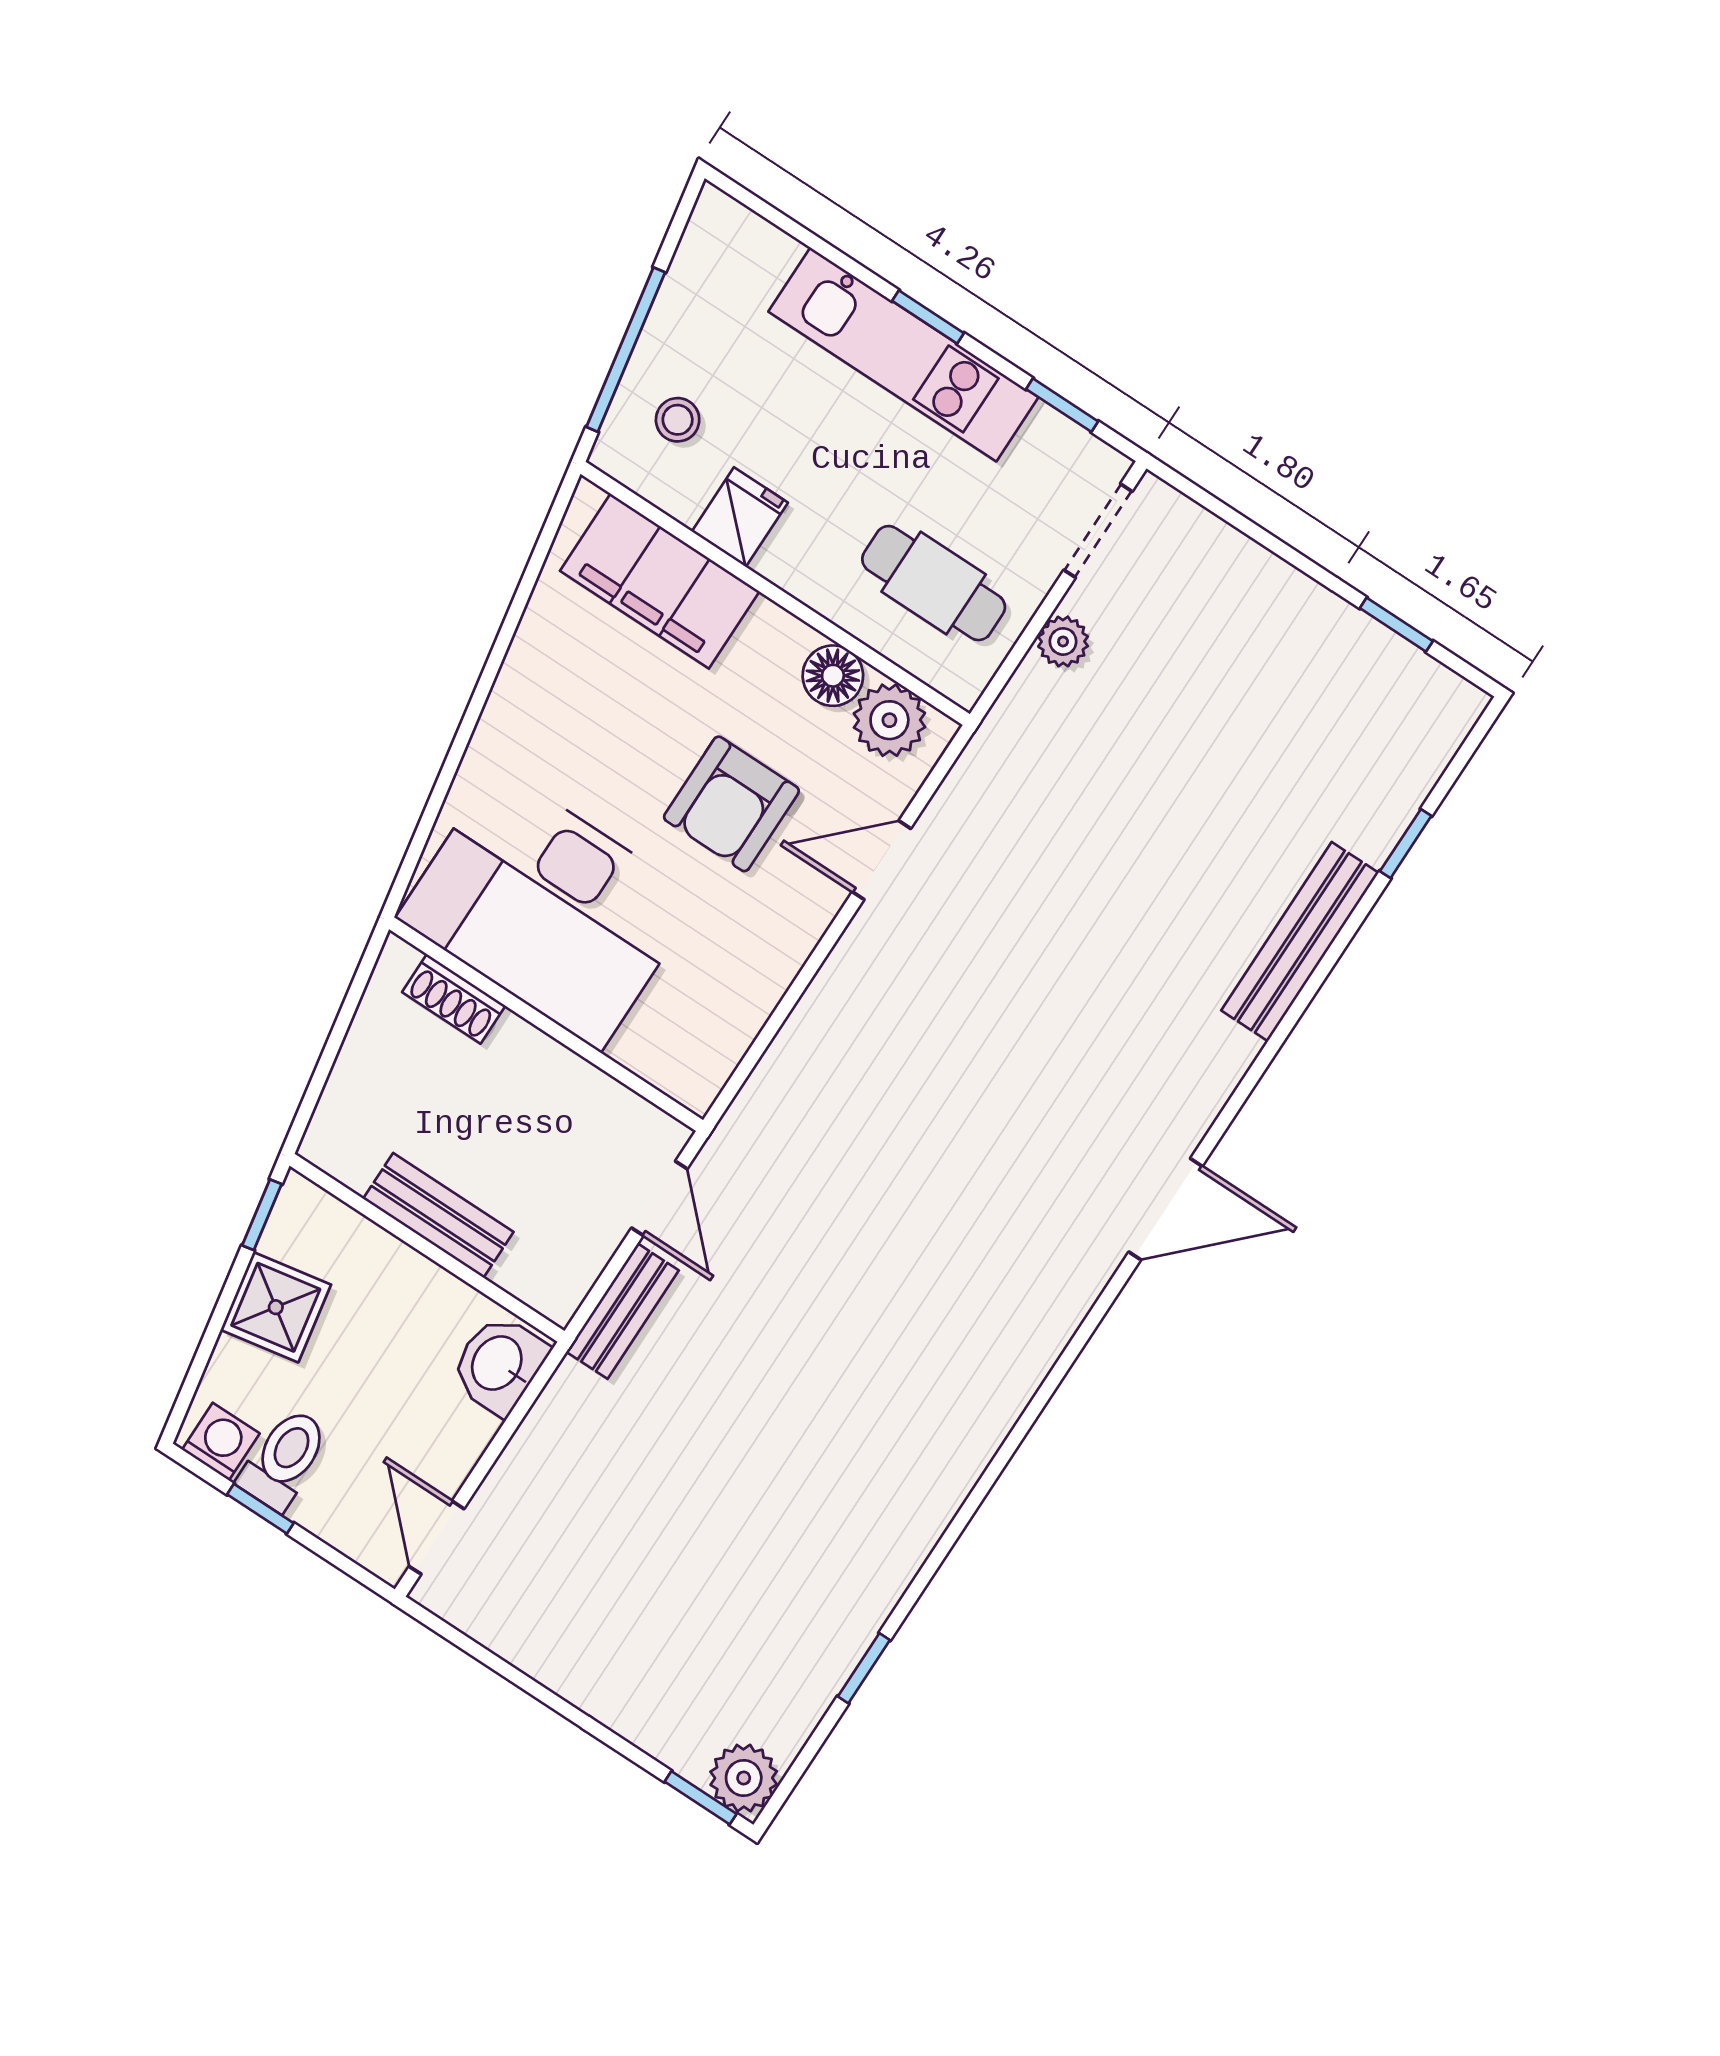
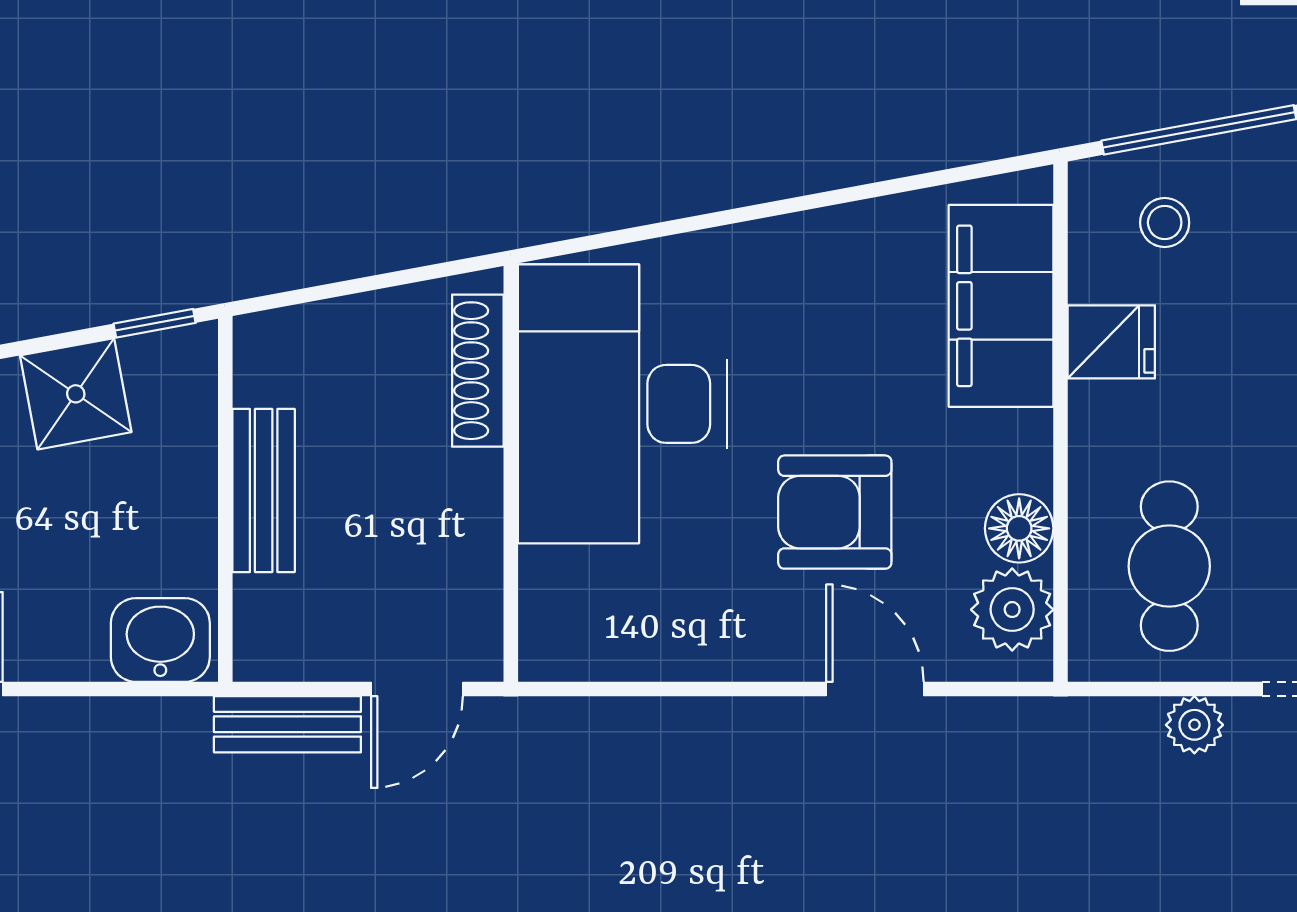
shoe rack: (454, 999) -> (478, 371), width x1.43

